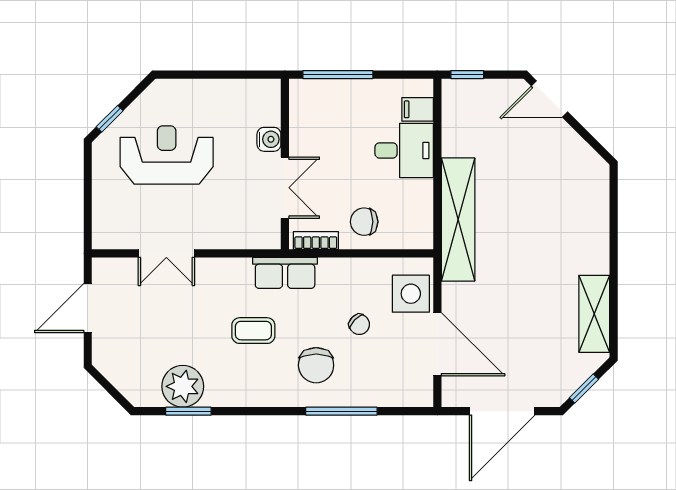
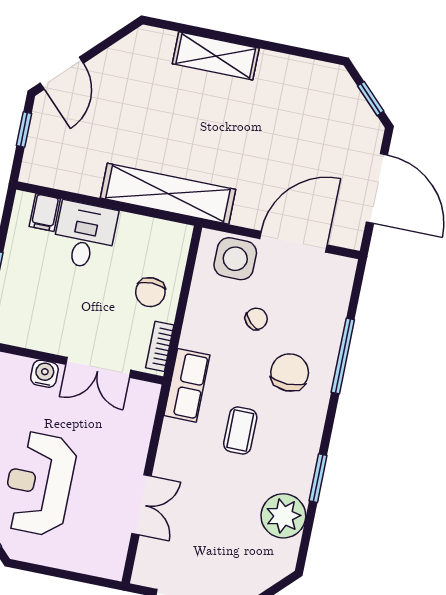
window: (467, 75) -> (24, 130), moved
double door: (285, 188) -> (98, 367), swing flipped
shelving: (594, 314) -> (216, 56), moved
chair: (316, 365) -> (290, 373), turned -90
window: (188, 411) -> (318, 478), moved

